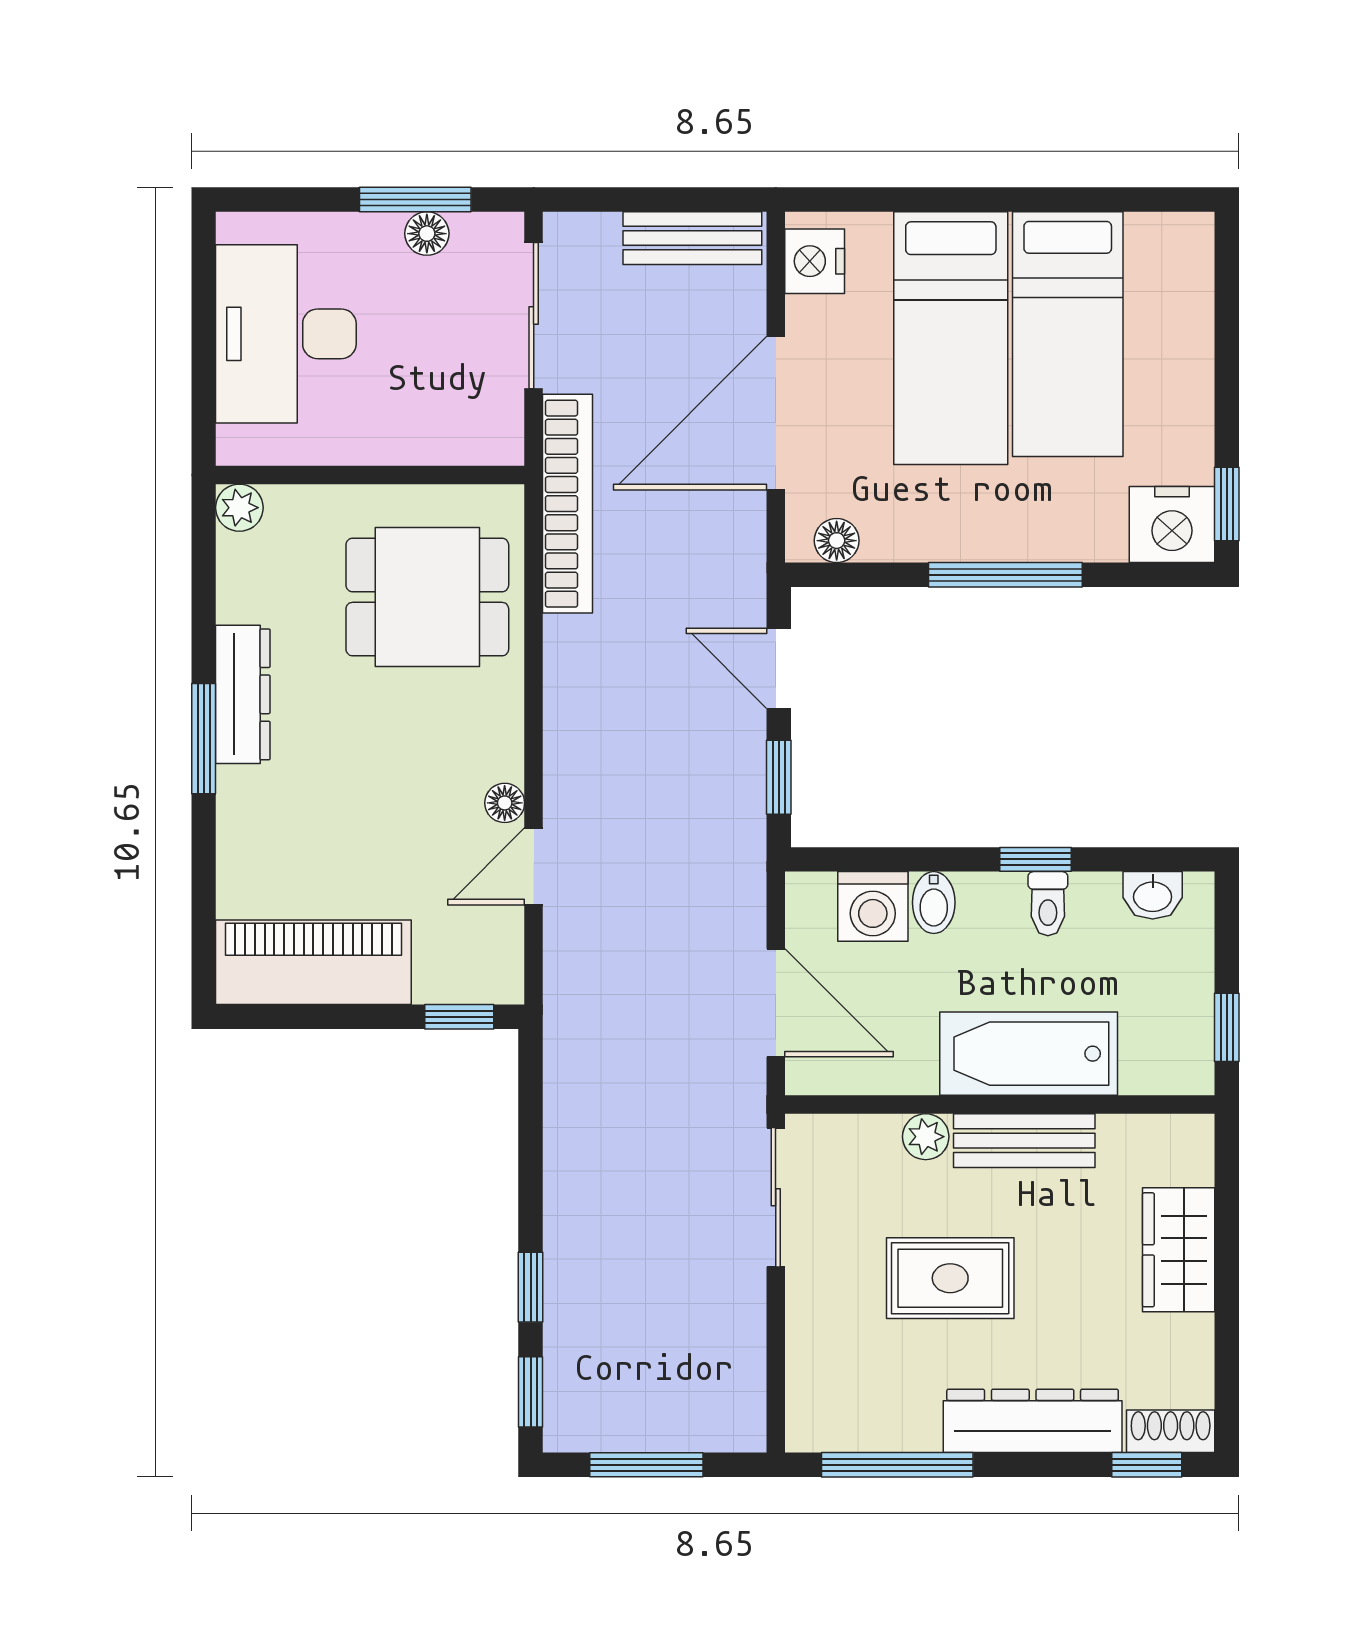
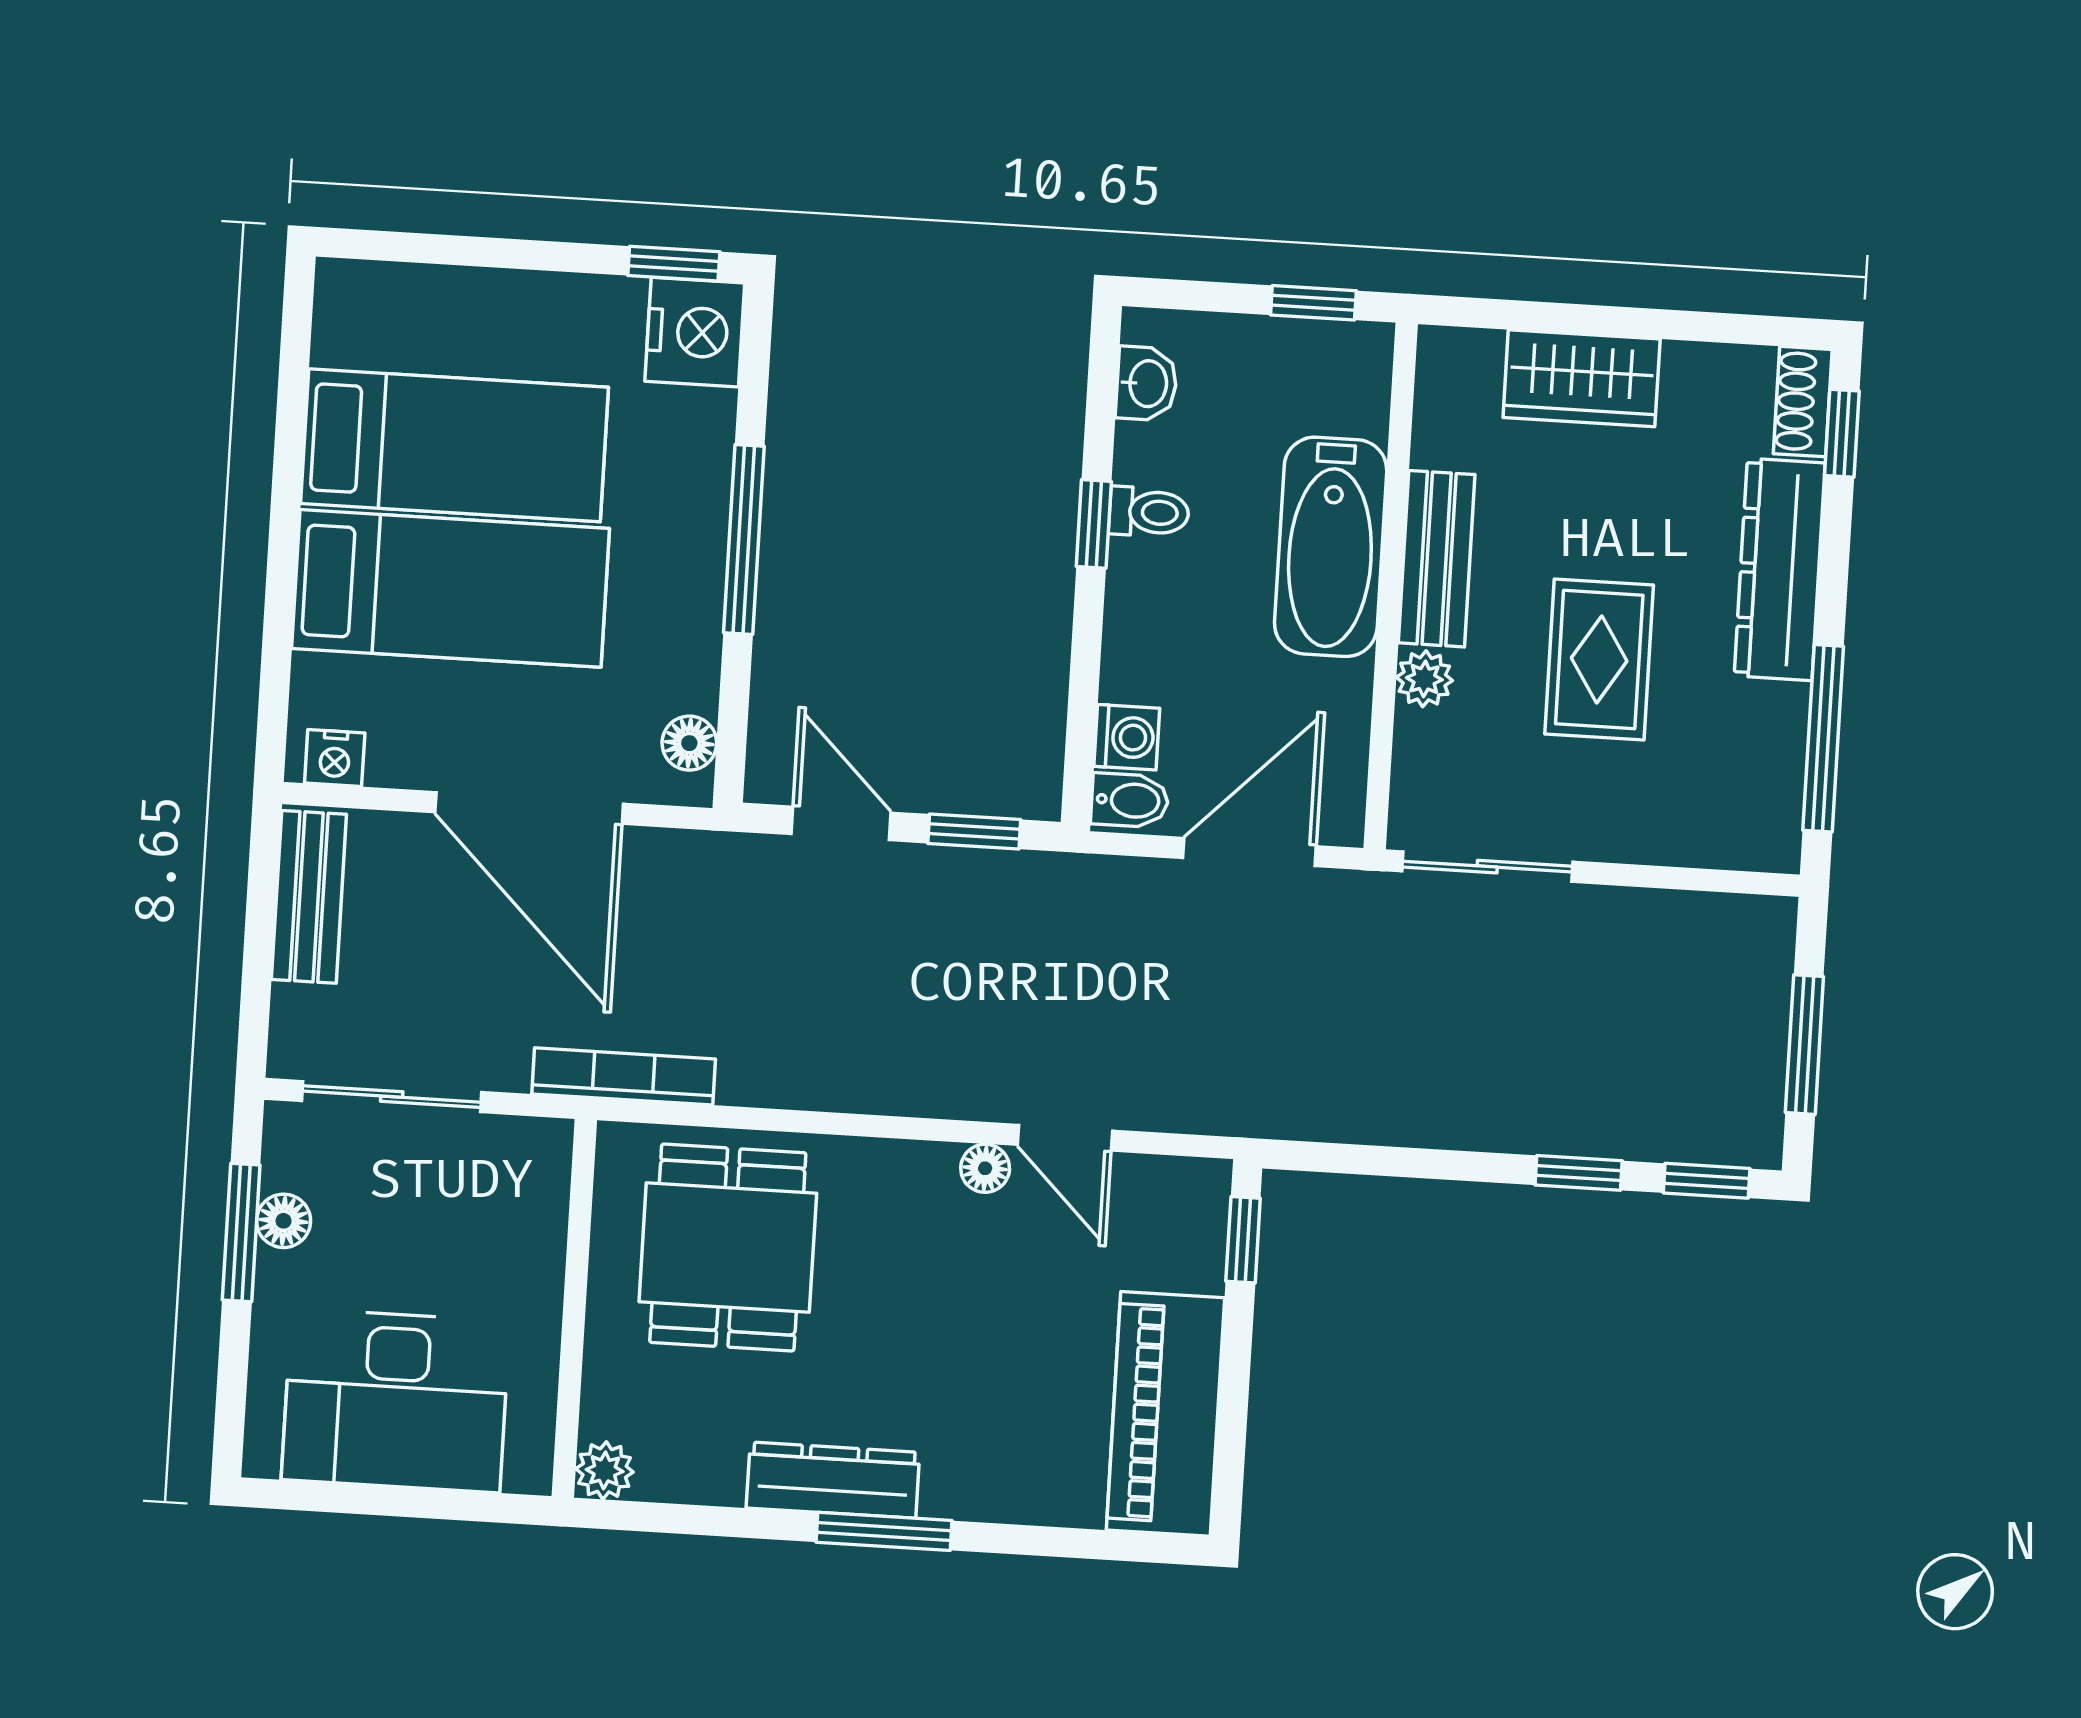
nightstand: (815, 261) -> (335, 758), width x0.72, depth x0.74
bookcase: (568, 504) -> (624, 1076), width x0.68, depth x0.76
door: (779, 668) -> (841, 823), swing flipped
bidet: (934, 903) -> (1130, 800), moved
washing machine: (873, 906) -> (1127, 737), width x0.73, depth x0.73

